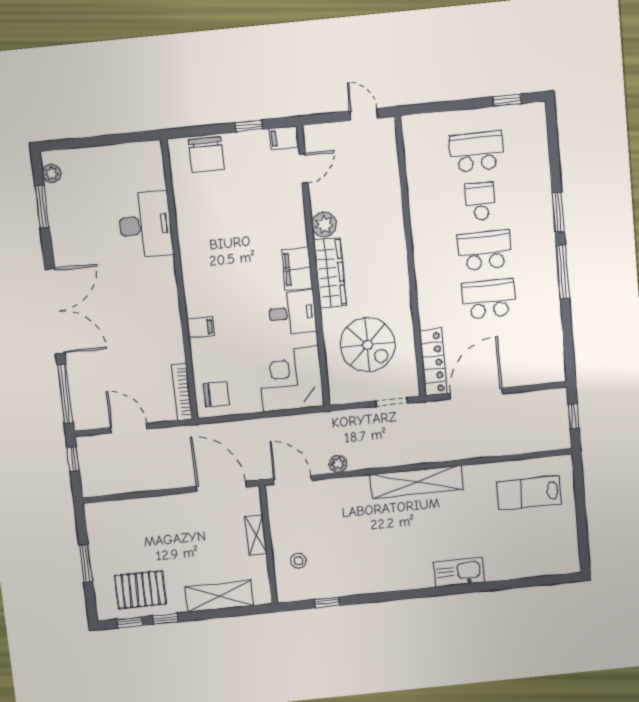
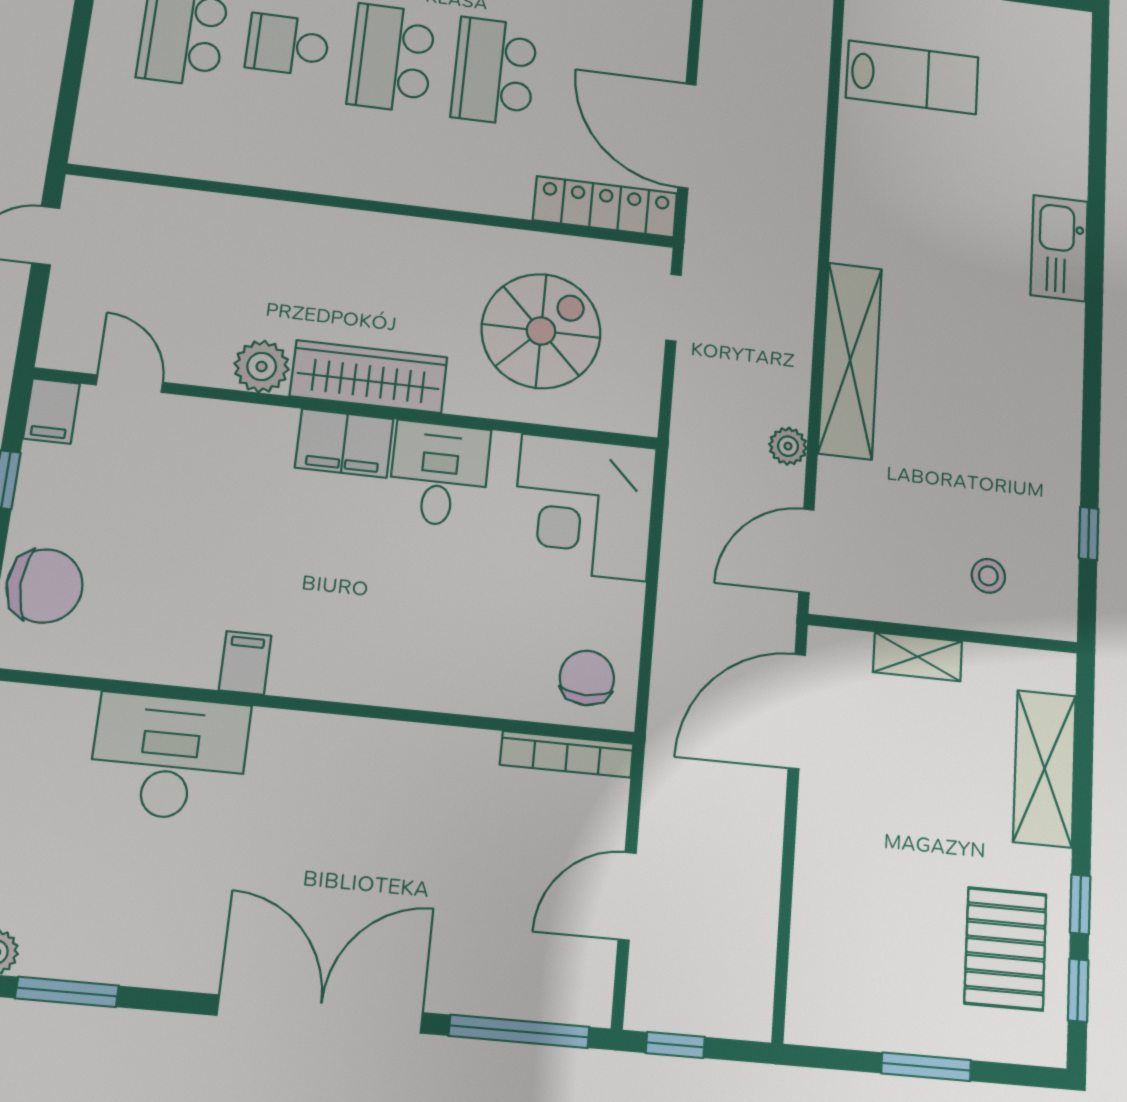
filing cabinet: (200, 327) -> (245, 663), moved
shelving: (417, 482) -> (850, 360), moved
lab bench: (529, 493) -> (912, 77), turned -90

